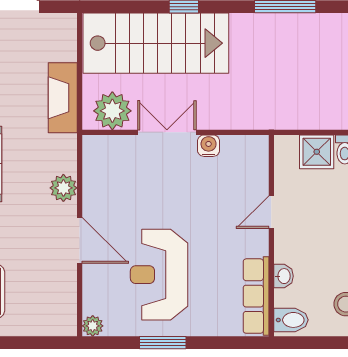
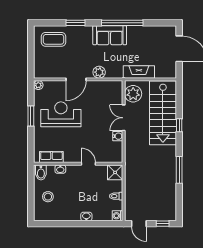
double door: (167, 132) -> (124, 118), swing flipped
shower: (317, 152) -> (115, 172), moved
row of seats: (256, 296) -> (51, 157), width x0.68

